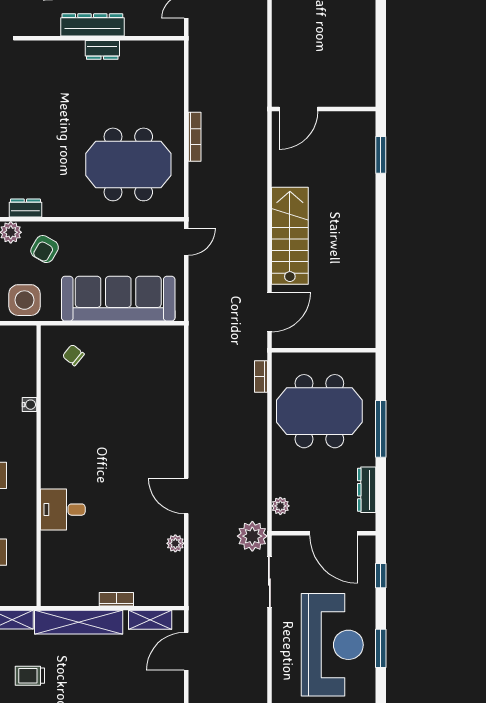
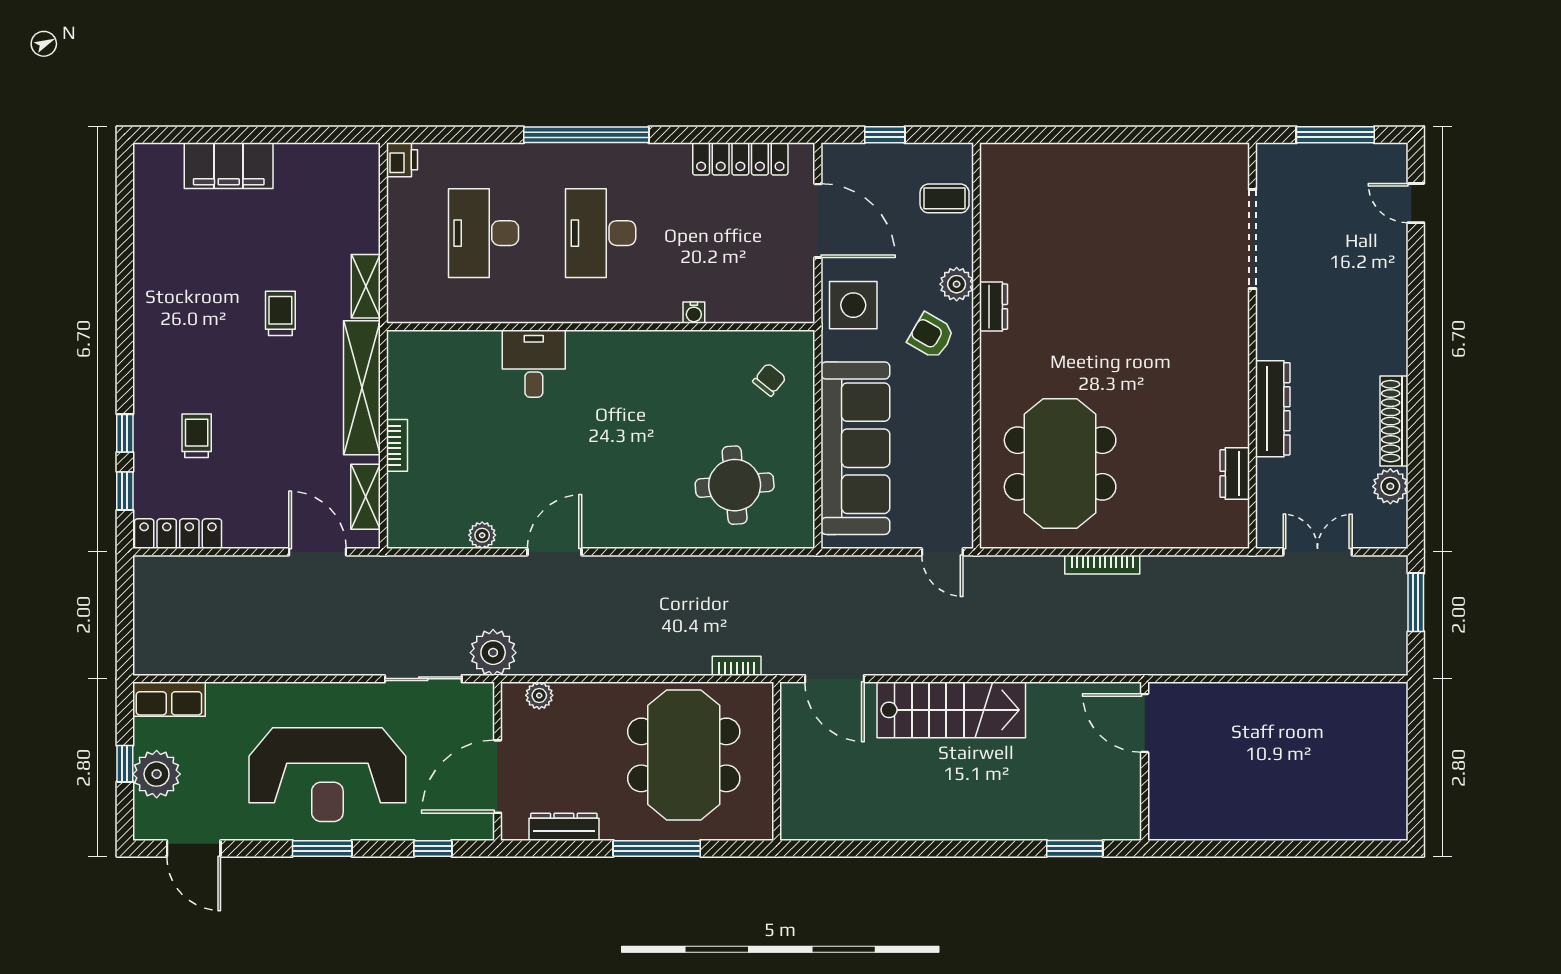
dresser: (102, 50) -> (1235, 474), moved
round table: (142, 378) -> (735, 485), added

